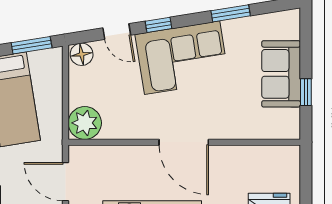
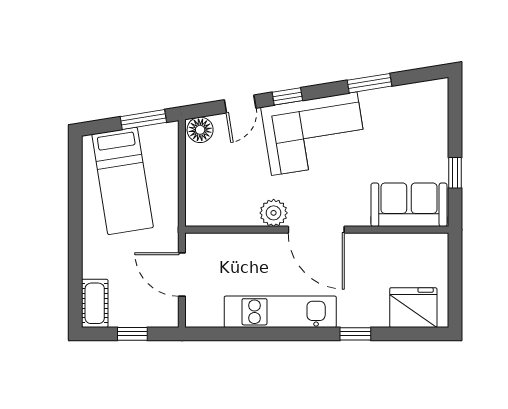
door: (117, 32) -> (240, 104), hinge flipped
sofa: (281, 74) -> (409, 205), moved, turned 90
plant: (85, 123) -> (274, 213), moved, width x0.73, depth x0.73

